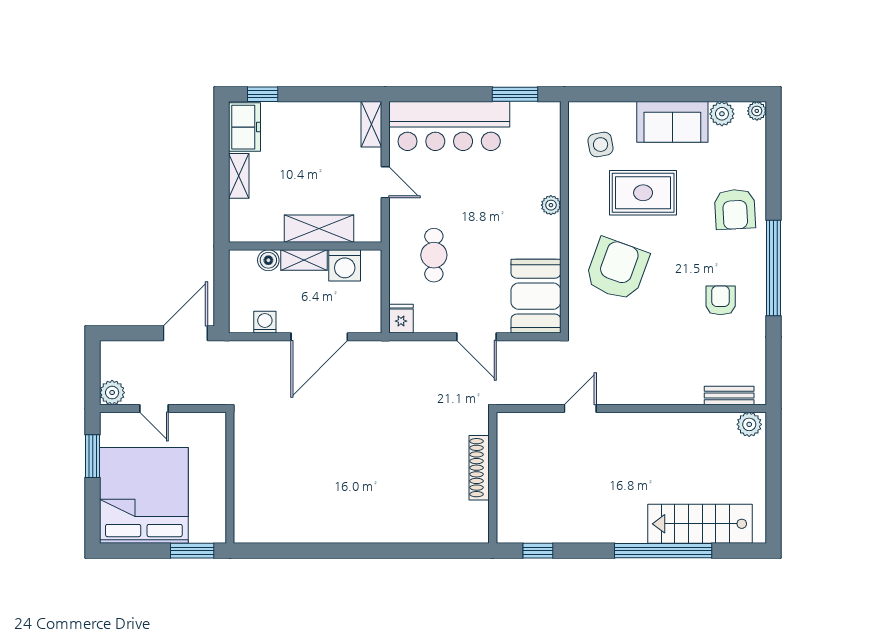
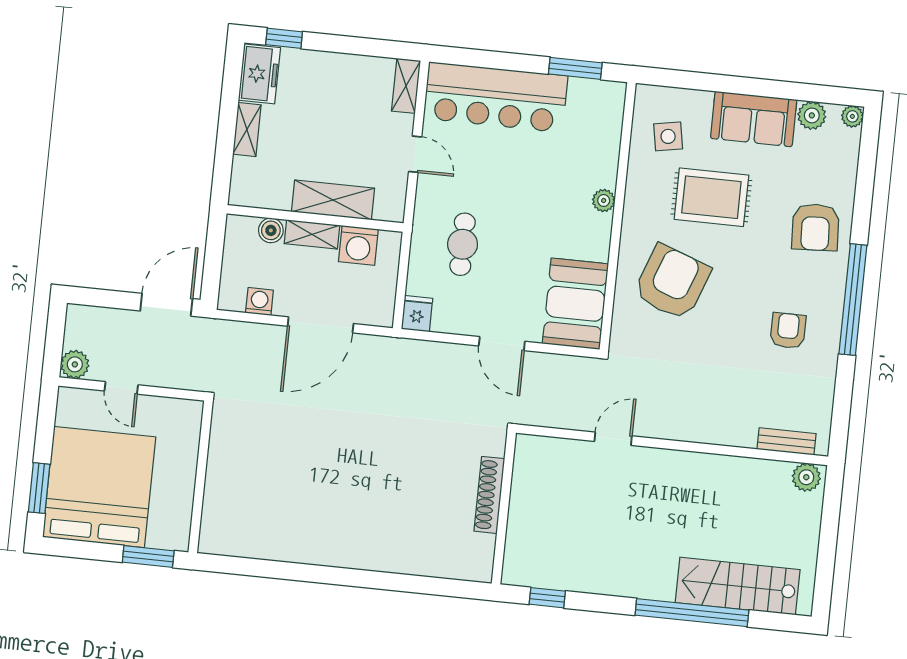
window: (93, 456) -> (39, 488), moved

